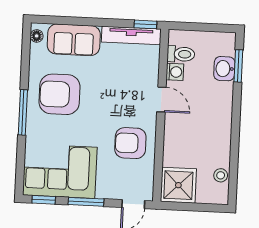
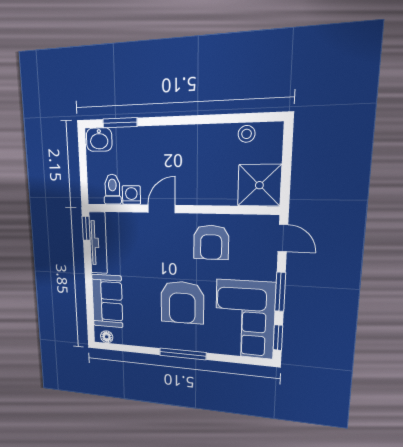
washbasin: (224, 69) -> (99, 140), moved
armchair: (60, 94) -> (182, 302), moved

